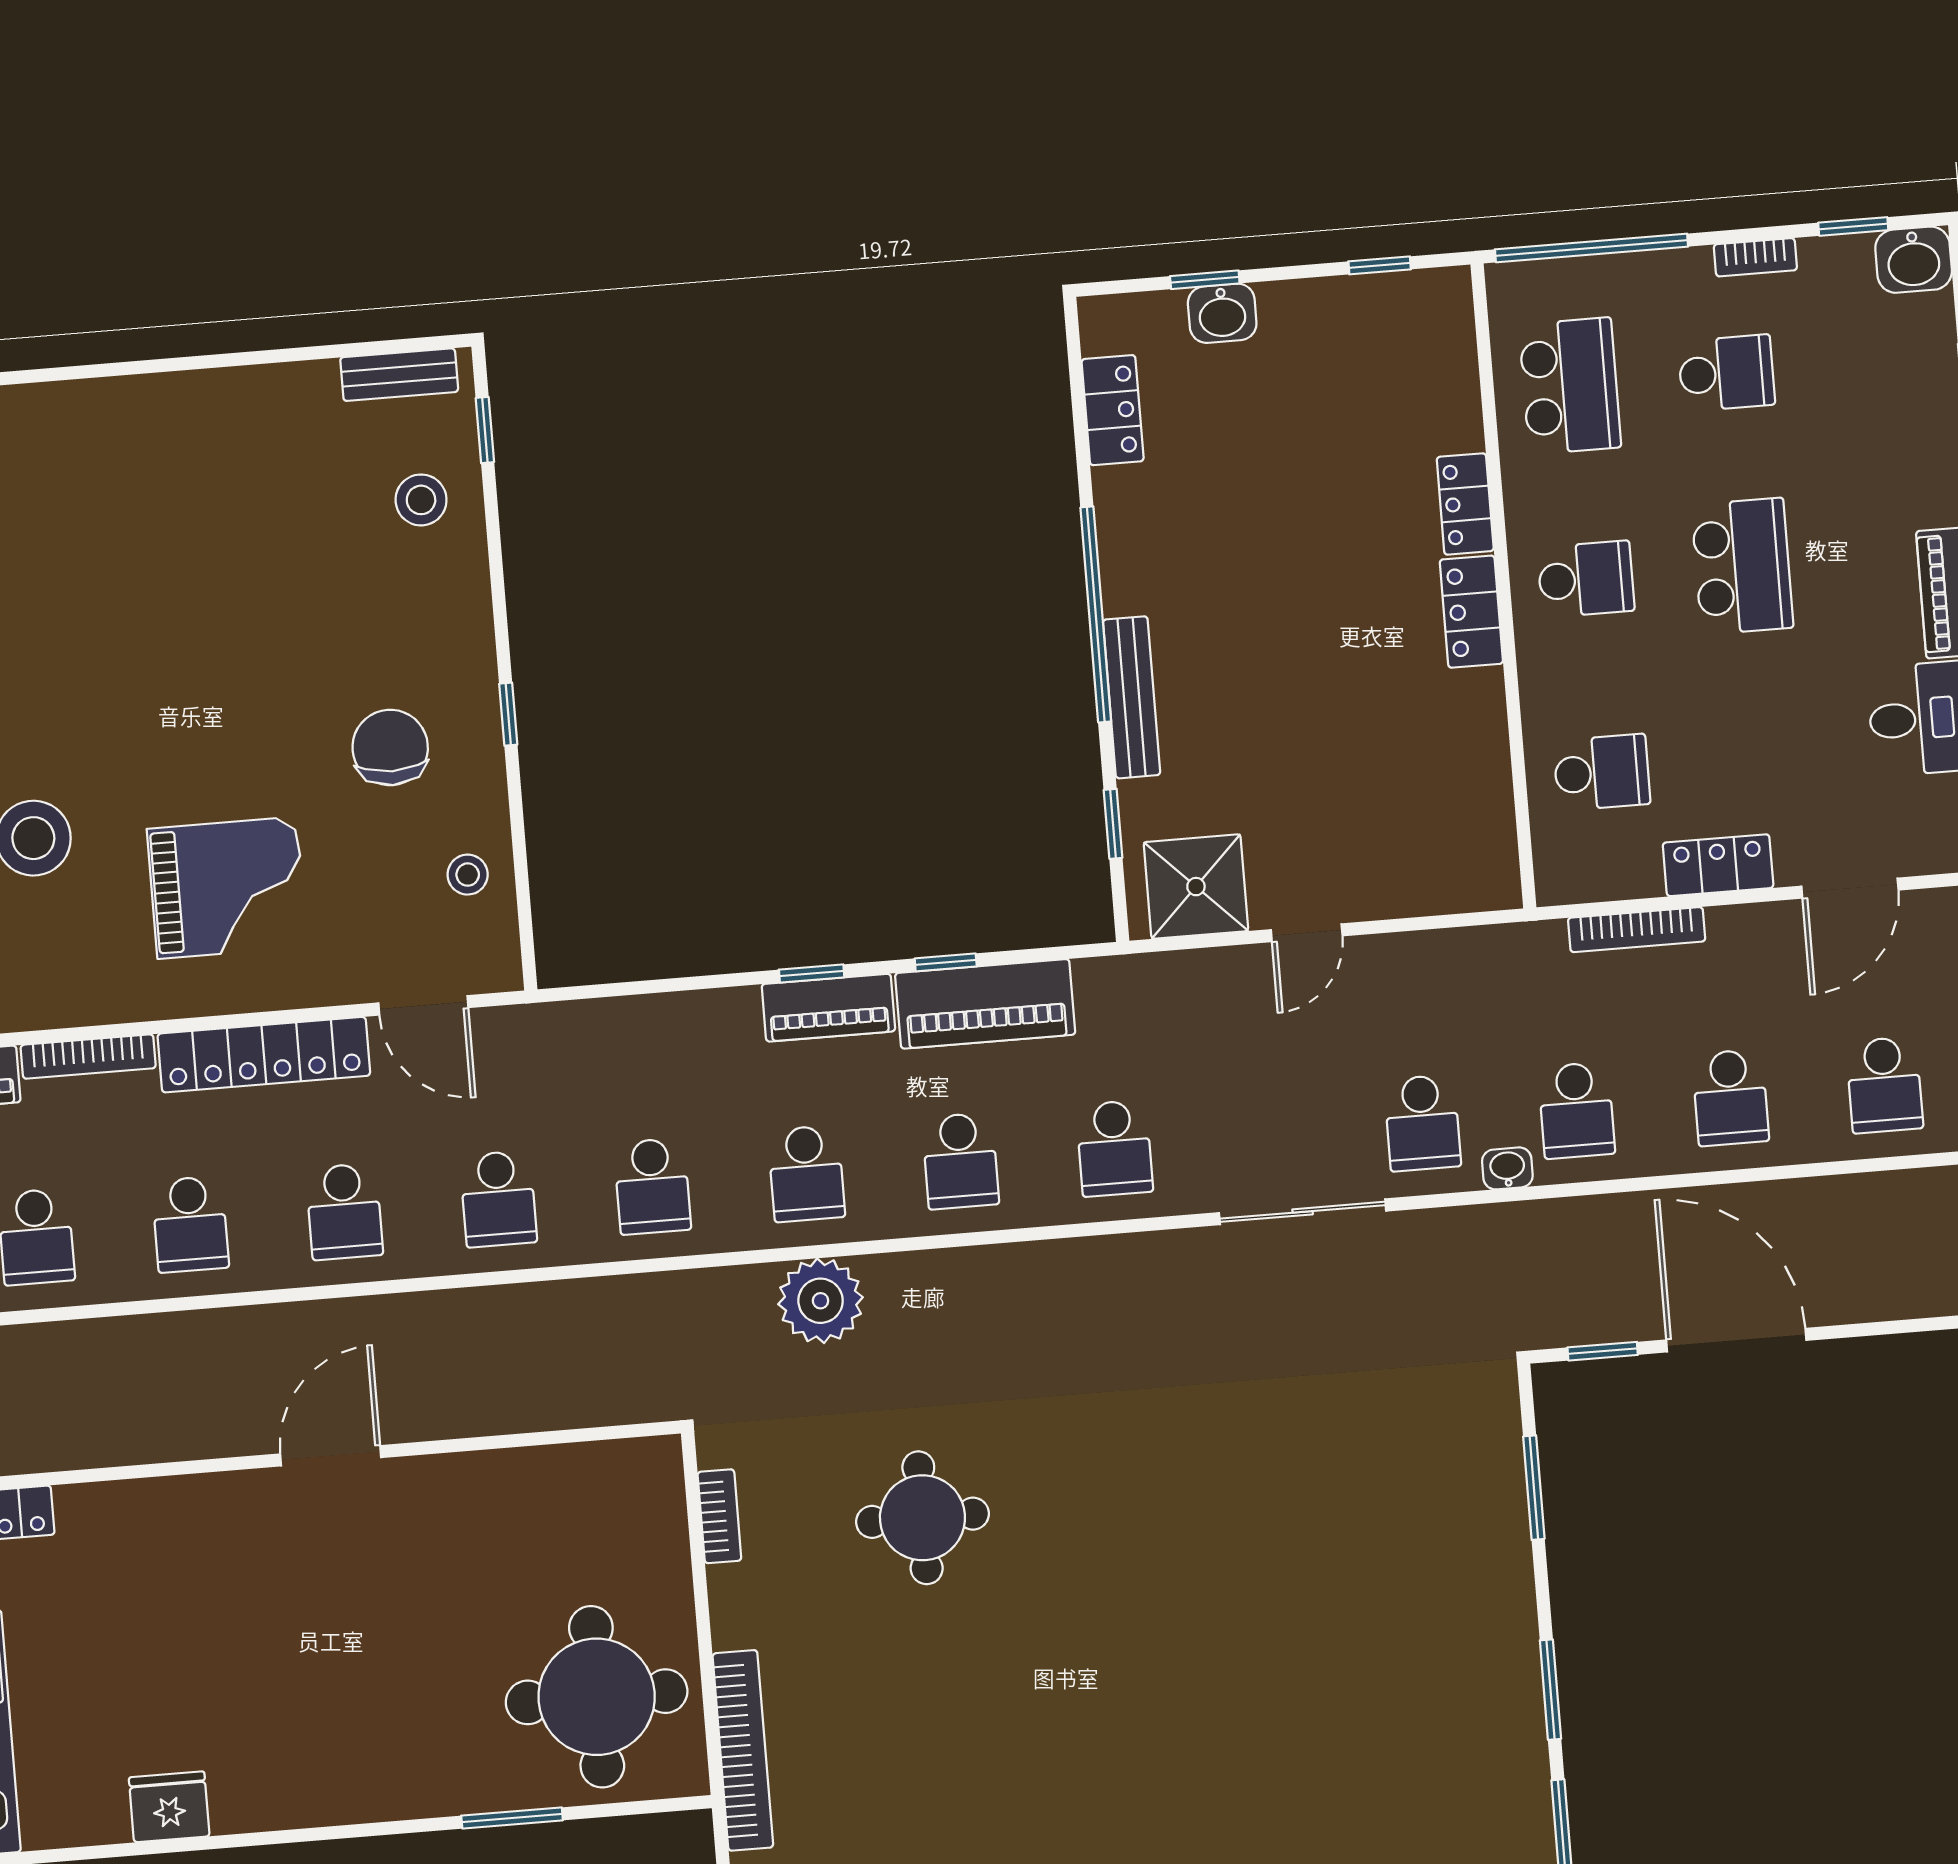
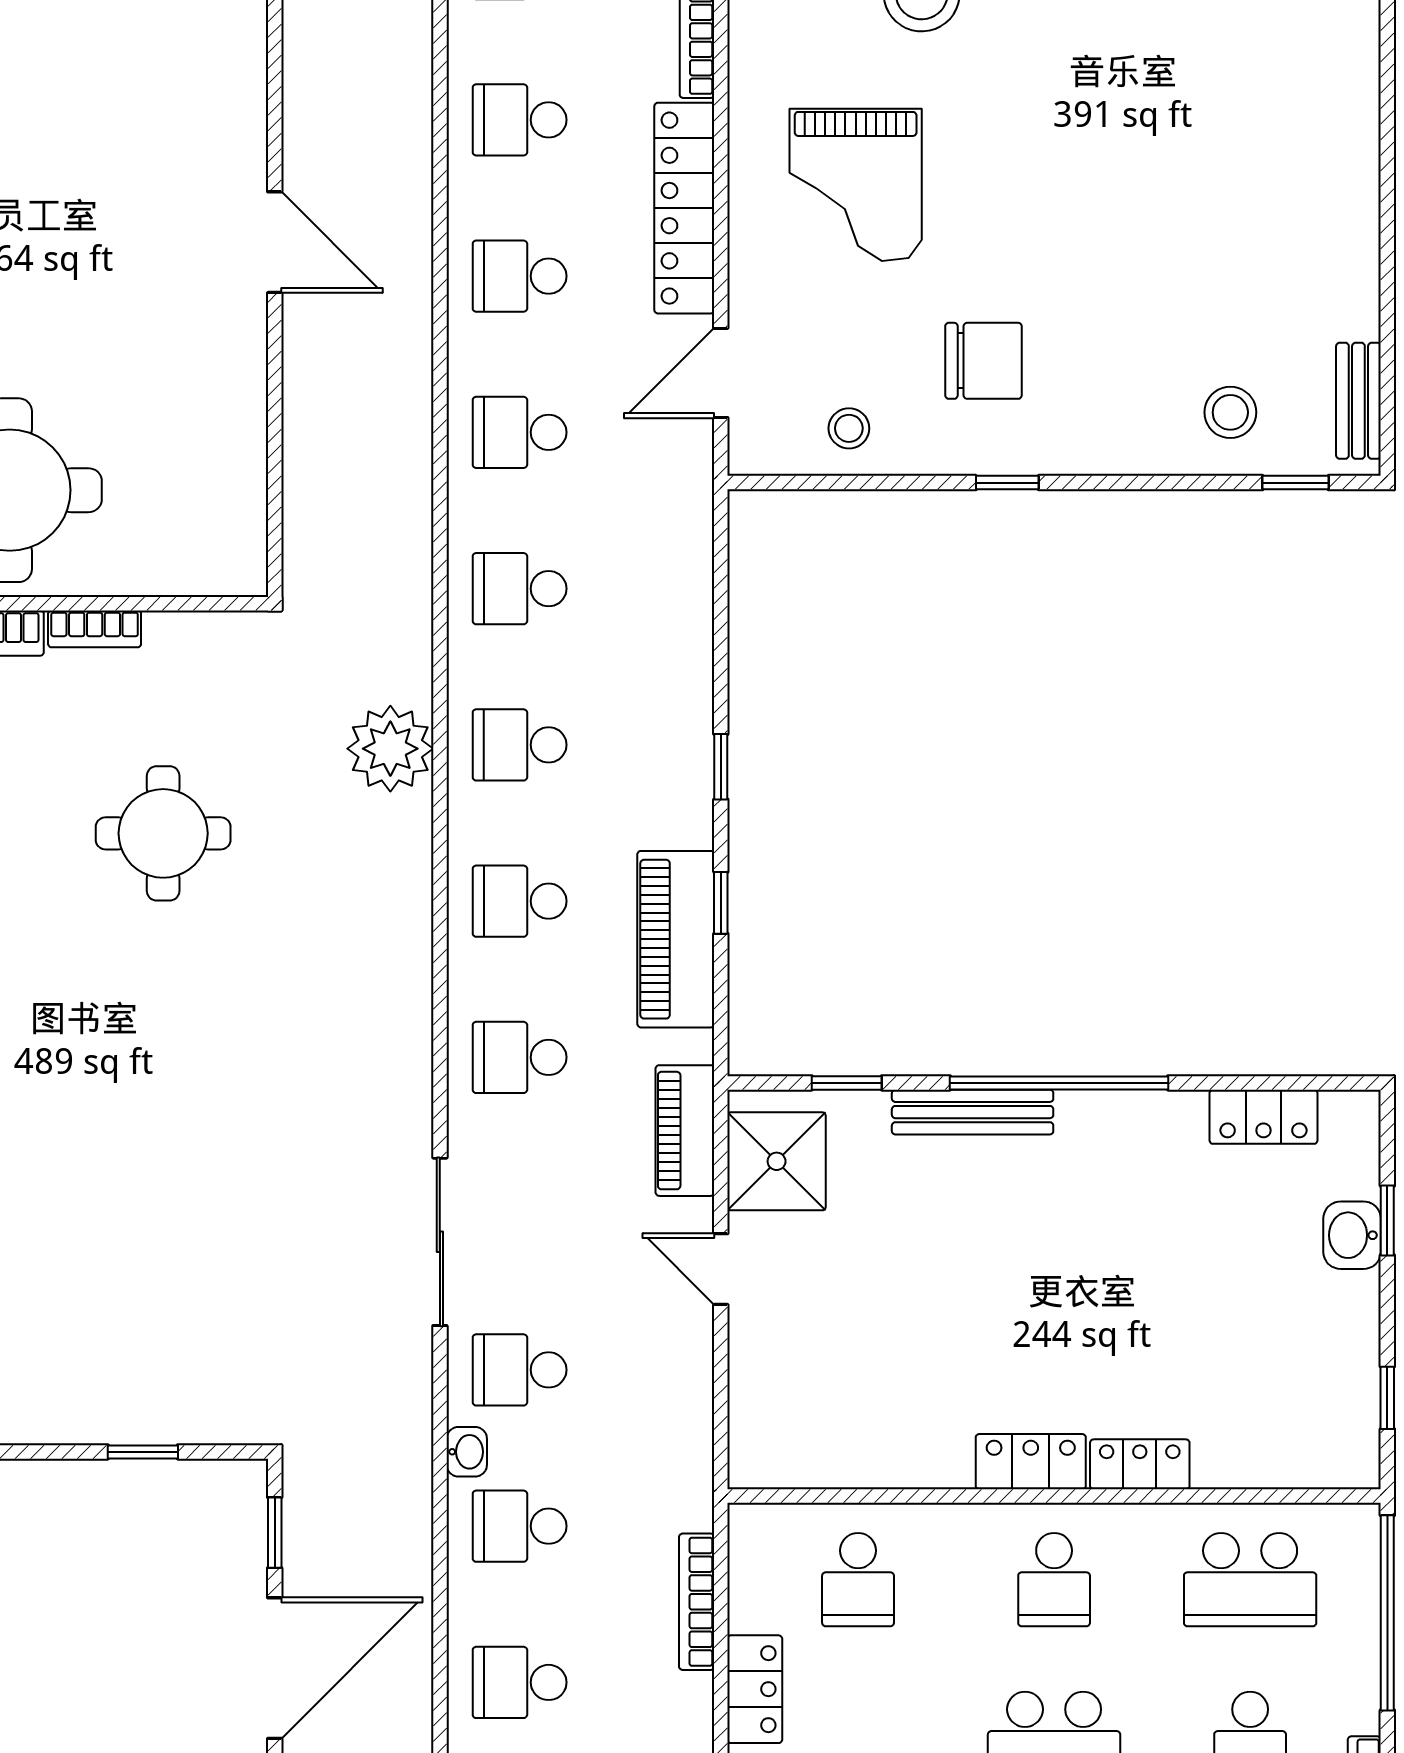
piano: (828, 1008) -> (685, 1131), moved
window: (1534, 1488) -> (143, 1452), width x0.67
bookcase: (719, 1516) -> (95, 629), moved

